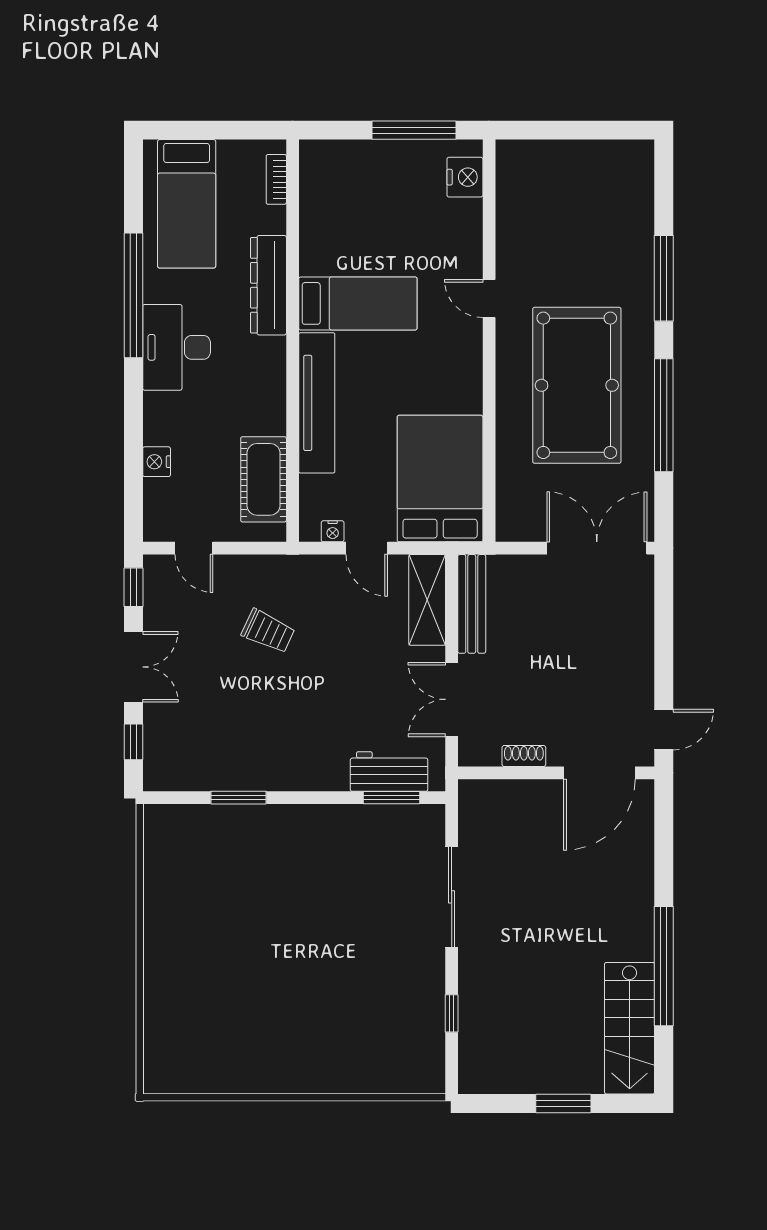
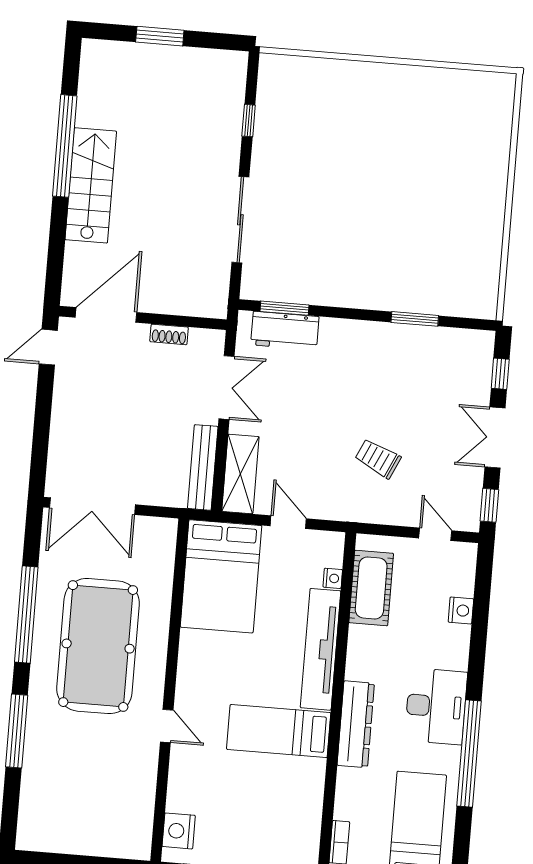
dresser: (268, 285) -> (356, 724), moved
nightstand: (333, 531) -> (333, 578), moved, turned 90
stairs: (630, 1028) -> (91, 185), moved

